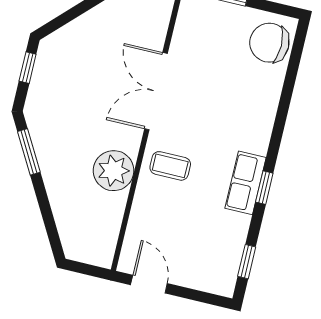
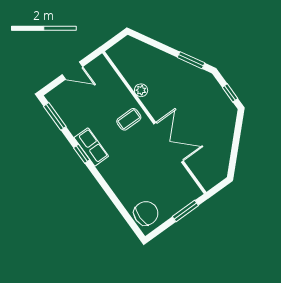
plant: (114, 171) -> (141, 90), width x0.53, depth x0.53
window: (247, 262) -> (55, 116), width x1.50
door: (149, 284) -> (72, 71), moved

